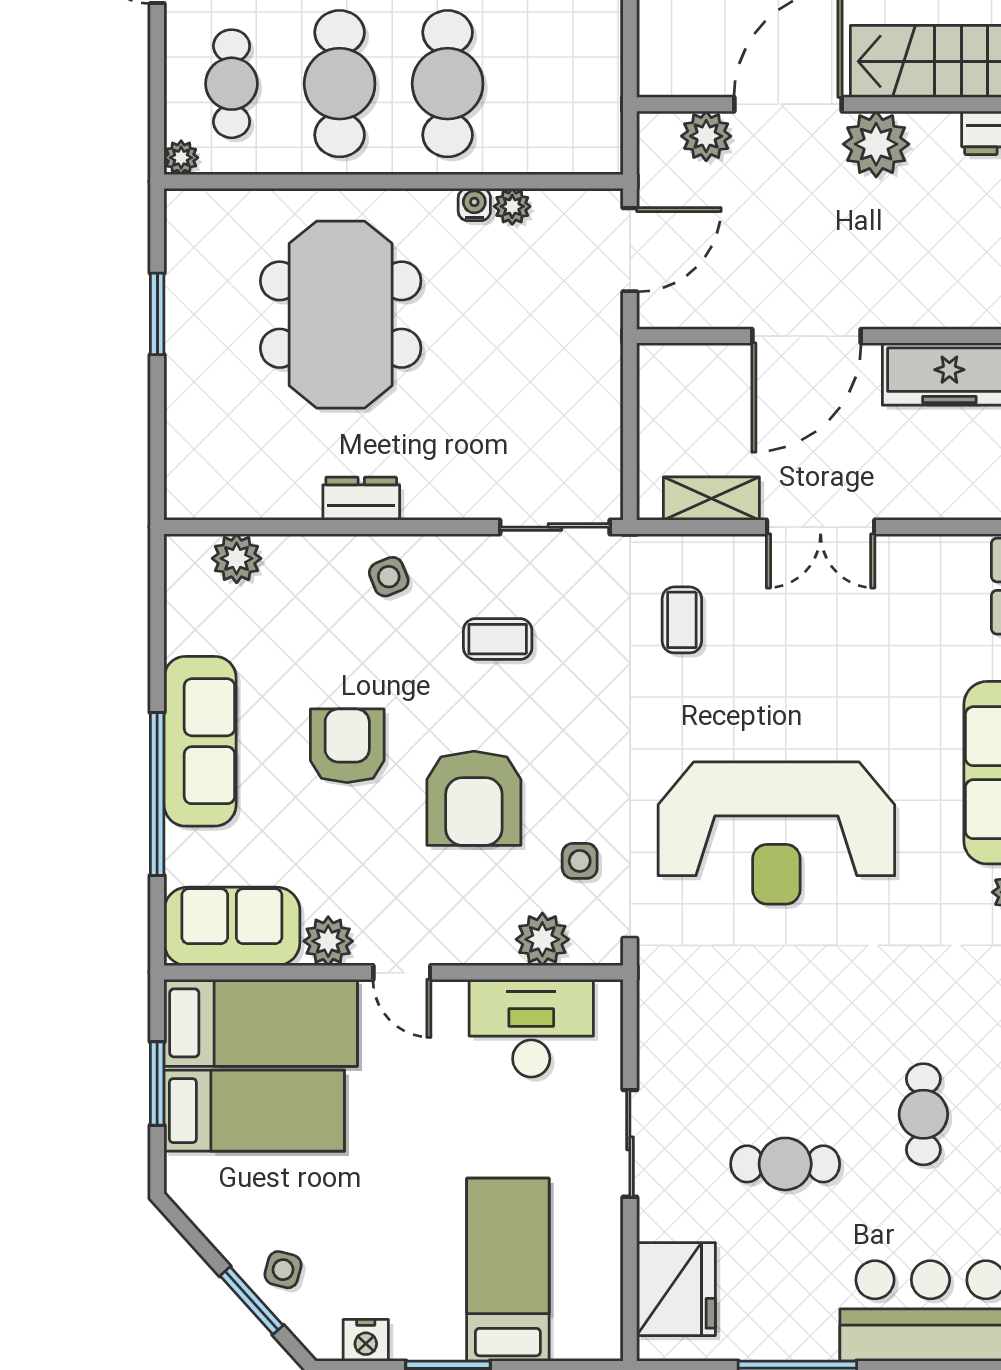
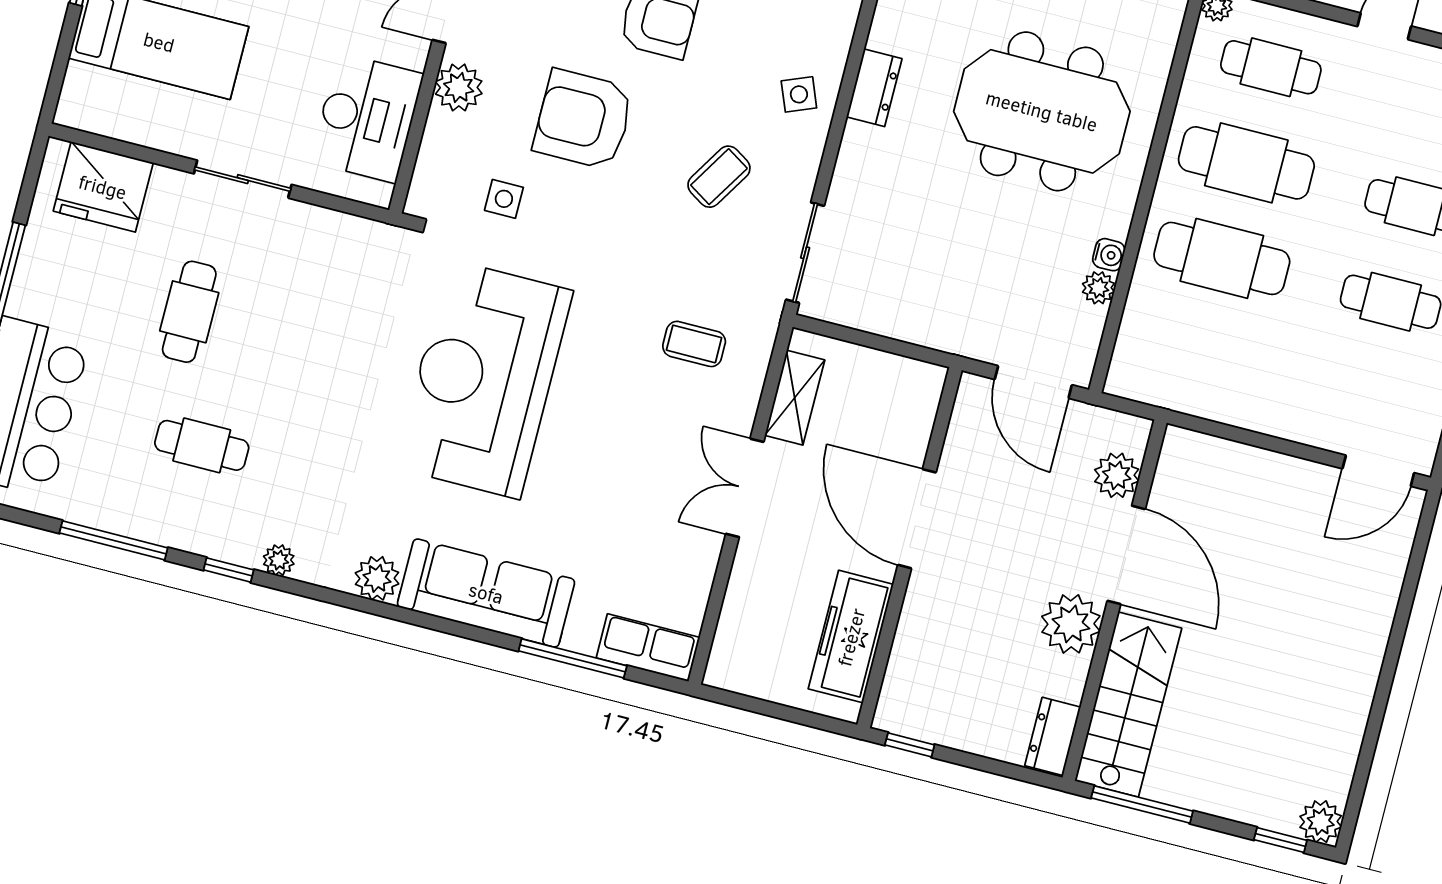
coffee table: (498, 639) -> (719, 177), turned 32
plant: (542, 939) -> (459, 88), moved

